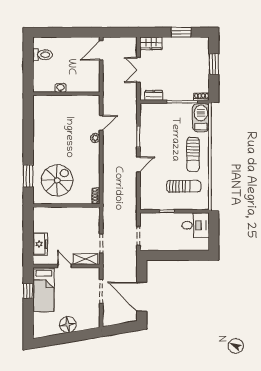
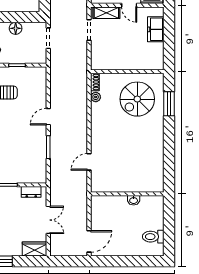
plant: (95, 138) -> (96, 97), moved
floor lamp: (168, 245) -> (16, 28), added

